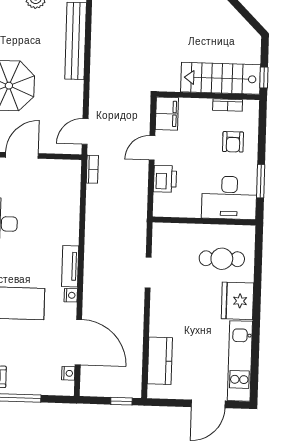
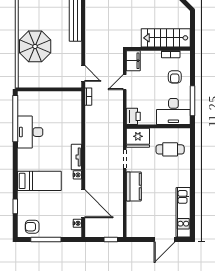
window: (264, 77) -> (193, 36), removed
door: (85, 132) -> (83, 73), swing flipped
door: (22, 155) -> (44, 89), removed
printer: (165, 179) -> (133, 116), moved
window: (261, 181) -> (193, 101), width x1.44
fridge: (237, 301) -> (138, 138), moved, turned -90
kitchen counter: (160, 361) -> (134, 186), moved

